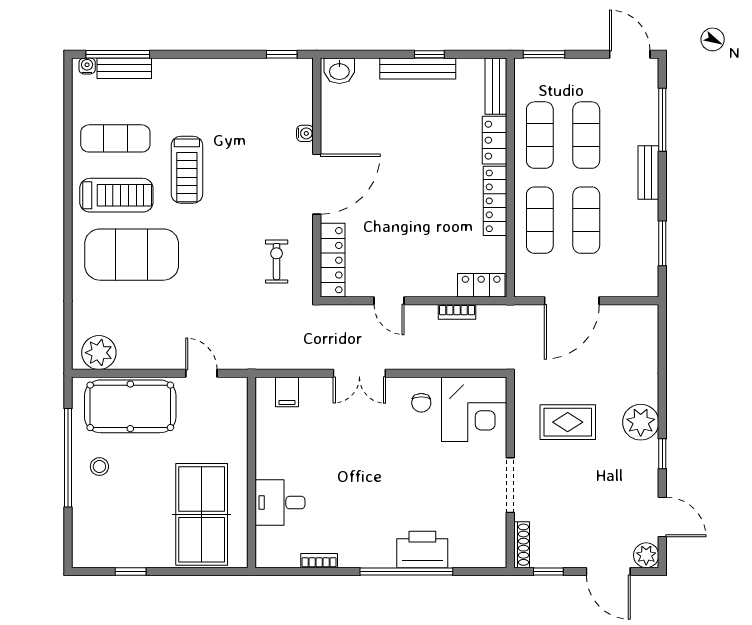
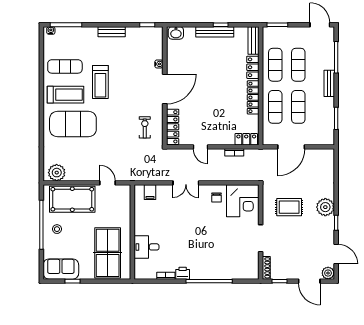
bench: (124, 68) -> (112, 32), moved
sofa: (107, 547) -> (61, 269), added
printer: (422, 550) -> (183, 273), moved, width x0.53, depth x0.68

